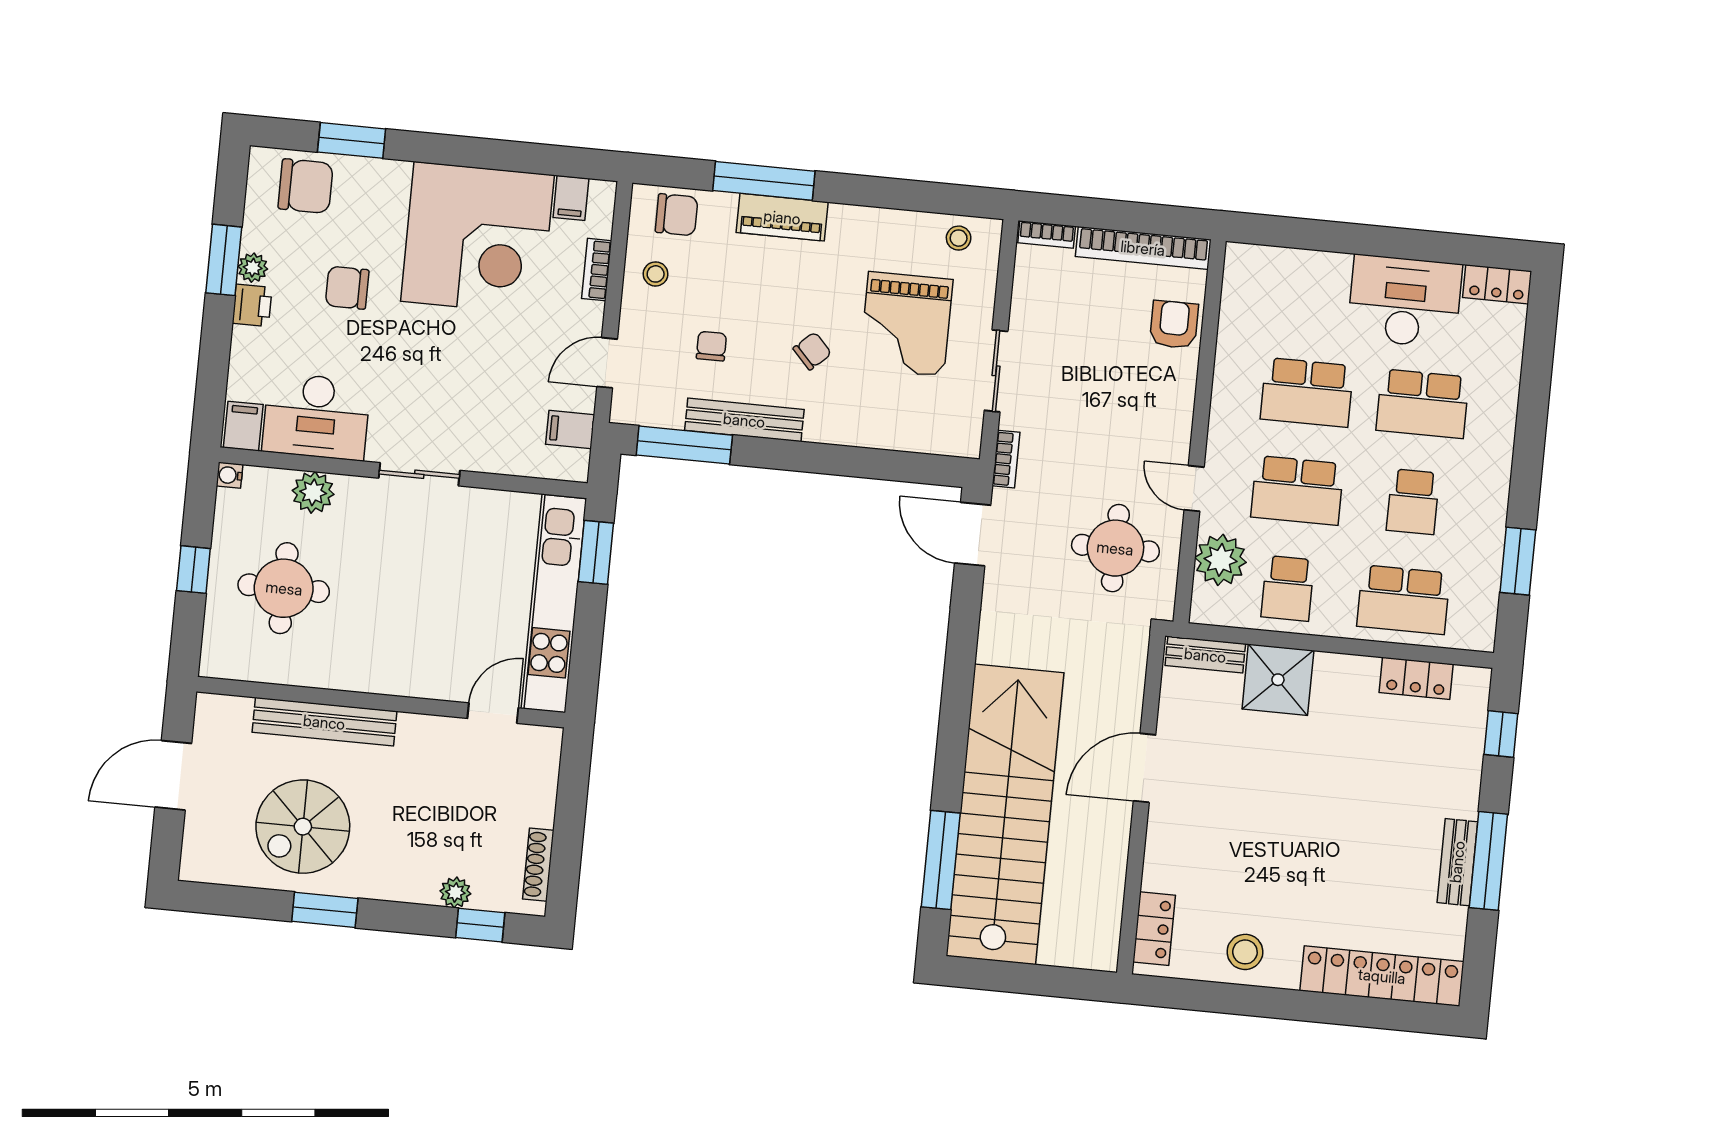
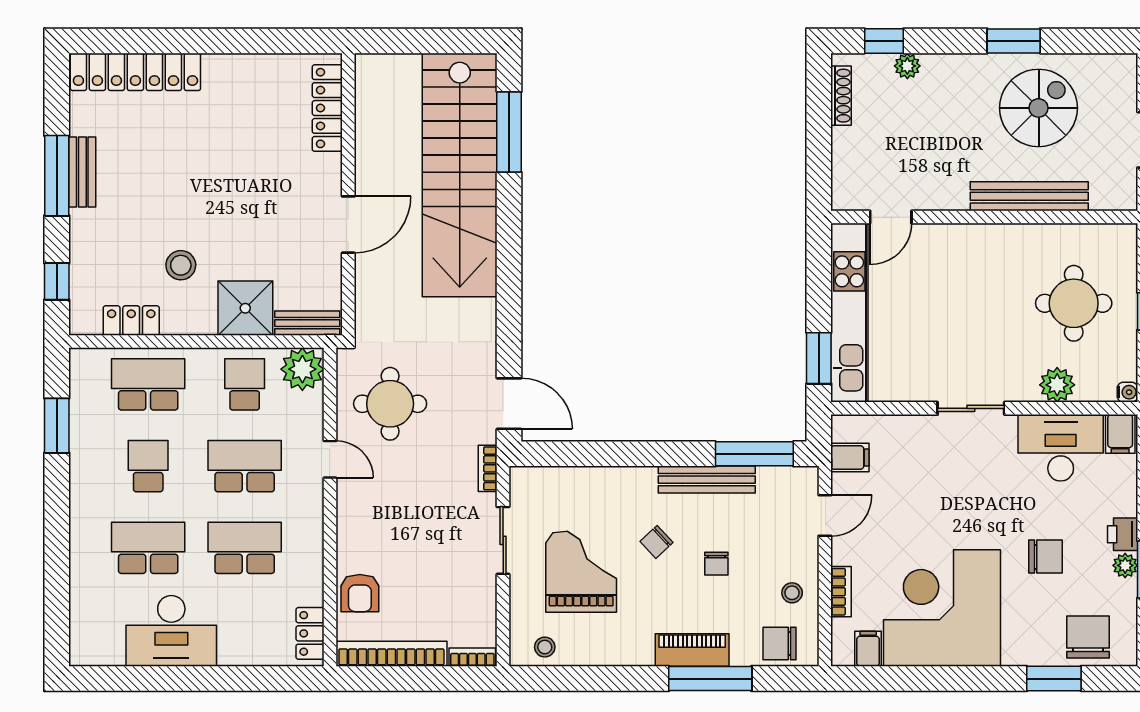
chair: (306, 186) -> (1088, 637), turned 90
locker: (1497, 284) -> (310, 633), moved, turned -90
chair: (711, 346) -> (716, 564), moved
plant: (1220, 560) -> (302, 369), moved
locker: (1154, 929) -> (327, 108), width x1.53
stool: (1245, 952) -> (181, 265), moved

